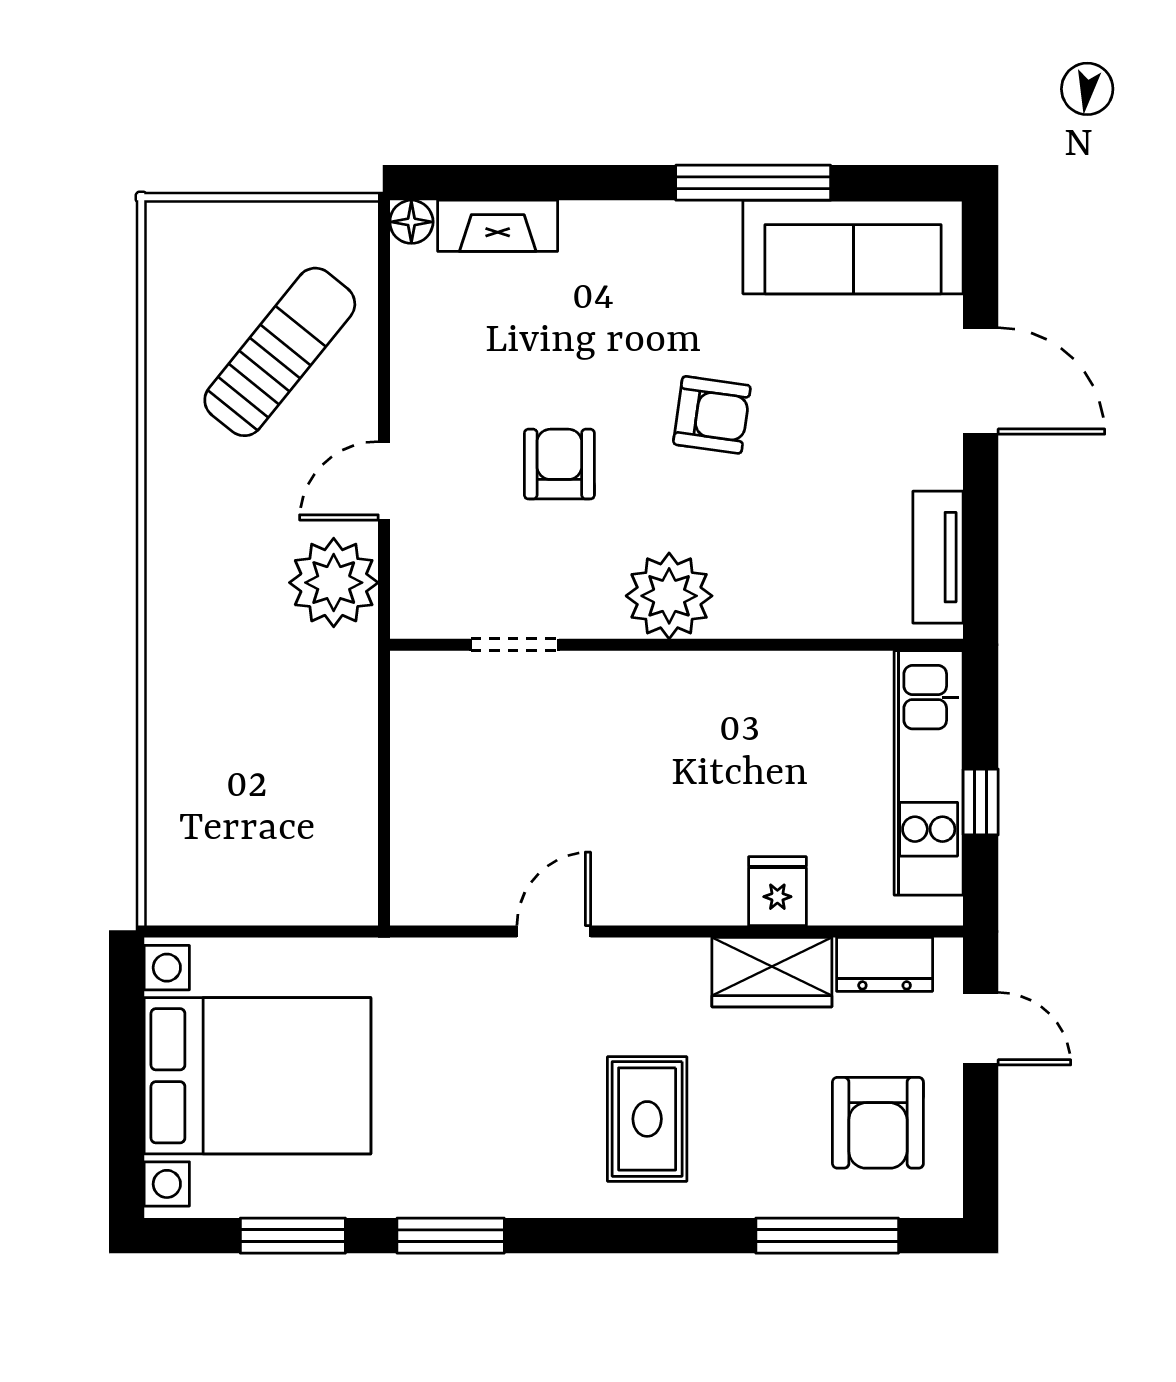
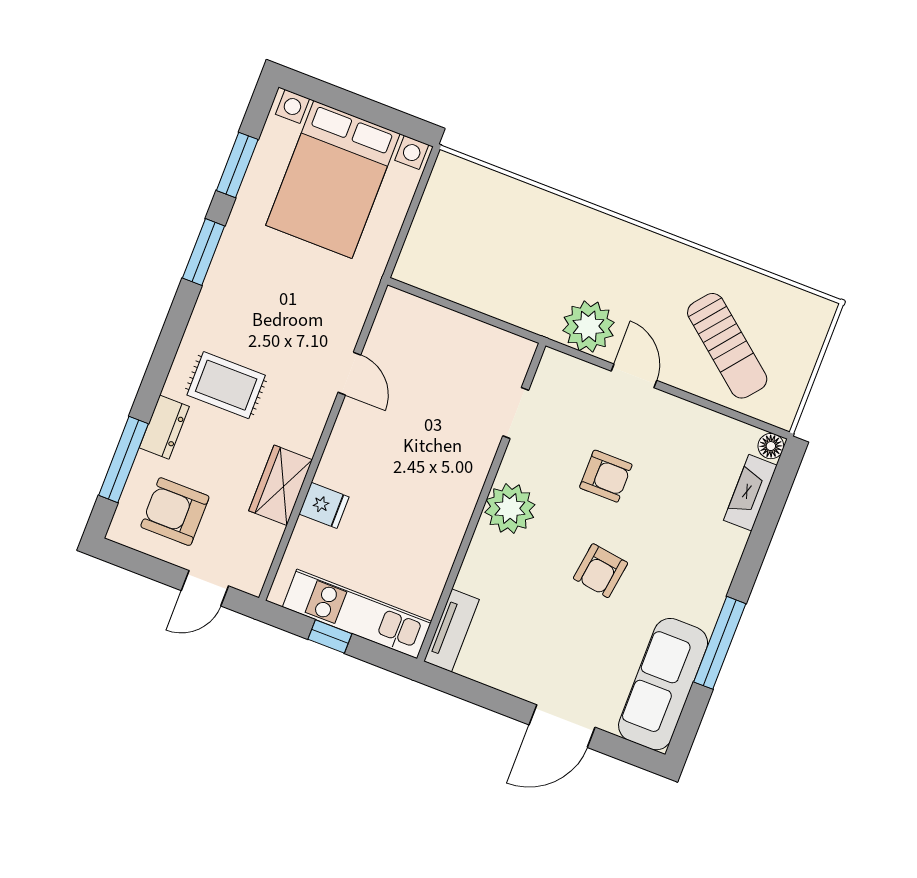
tv unit: (938, 557) -> (451, 630), moved, turned 90
dresser: (885, 964) -> (164, 427), moved, turned 180

